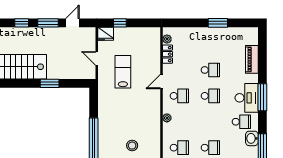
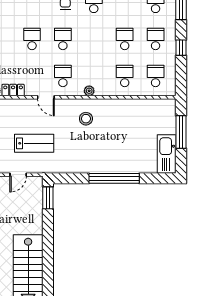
lab bench: (123, 72) -> (34, 143), turned 180
window: (50, 83) -> (48, 198), moved
stool: (132, 146) -> (86, 119), moved

